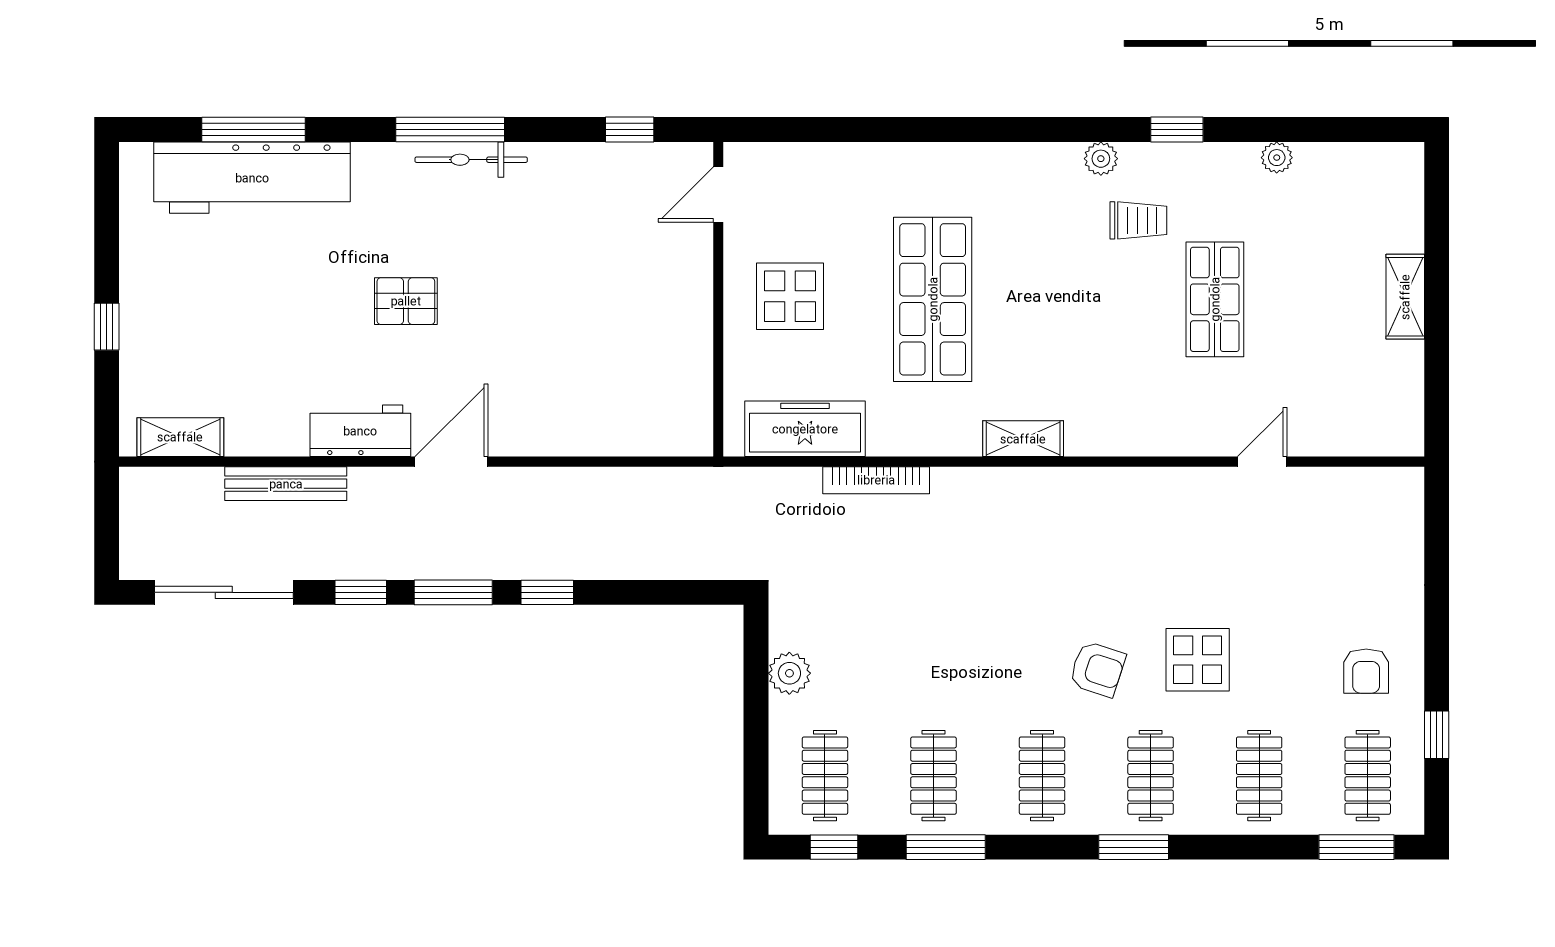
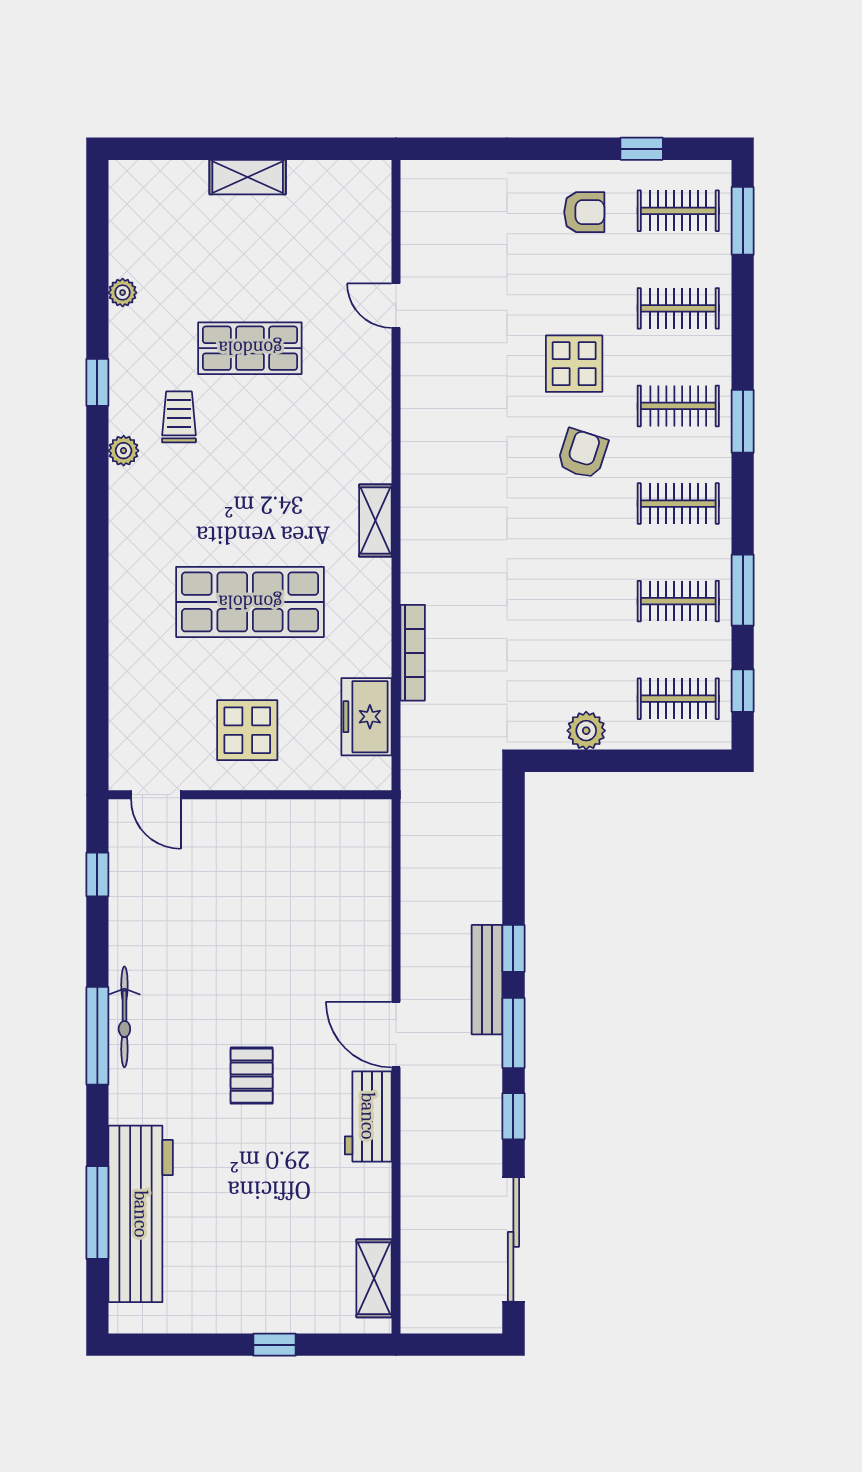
freezer: (805, 429) -> (366, 717), width x0.71
bench: (286, 484) -> (487, 980), moved

